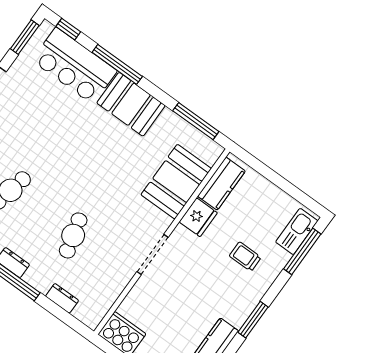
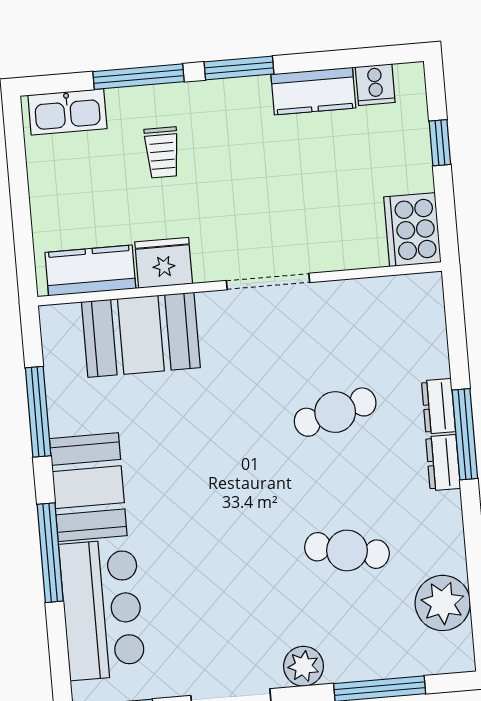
window: (68, 29) -> (59, 661), removed
window: (196, 121) -> (38, 412), moved
window: (302, 251) -> (138, 77), moved
dresser: (62, 298) -> (438, 406), moved

